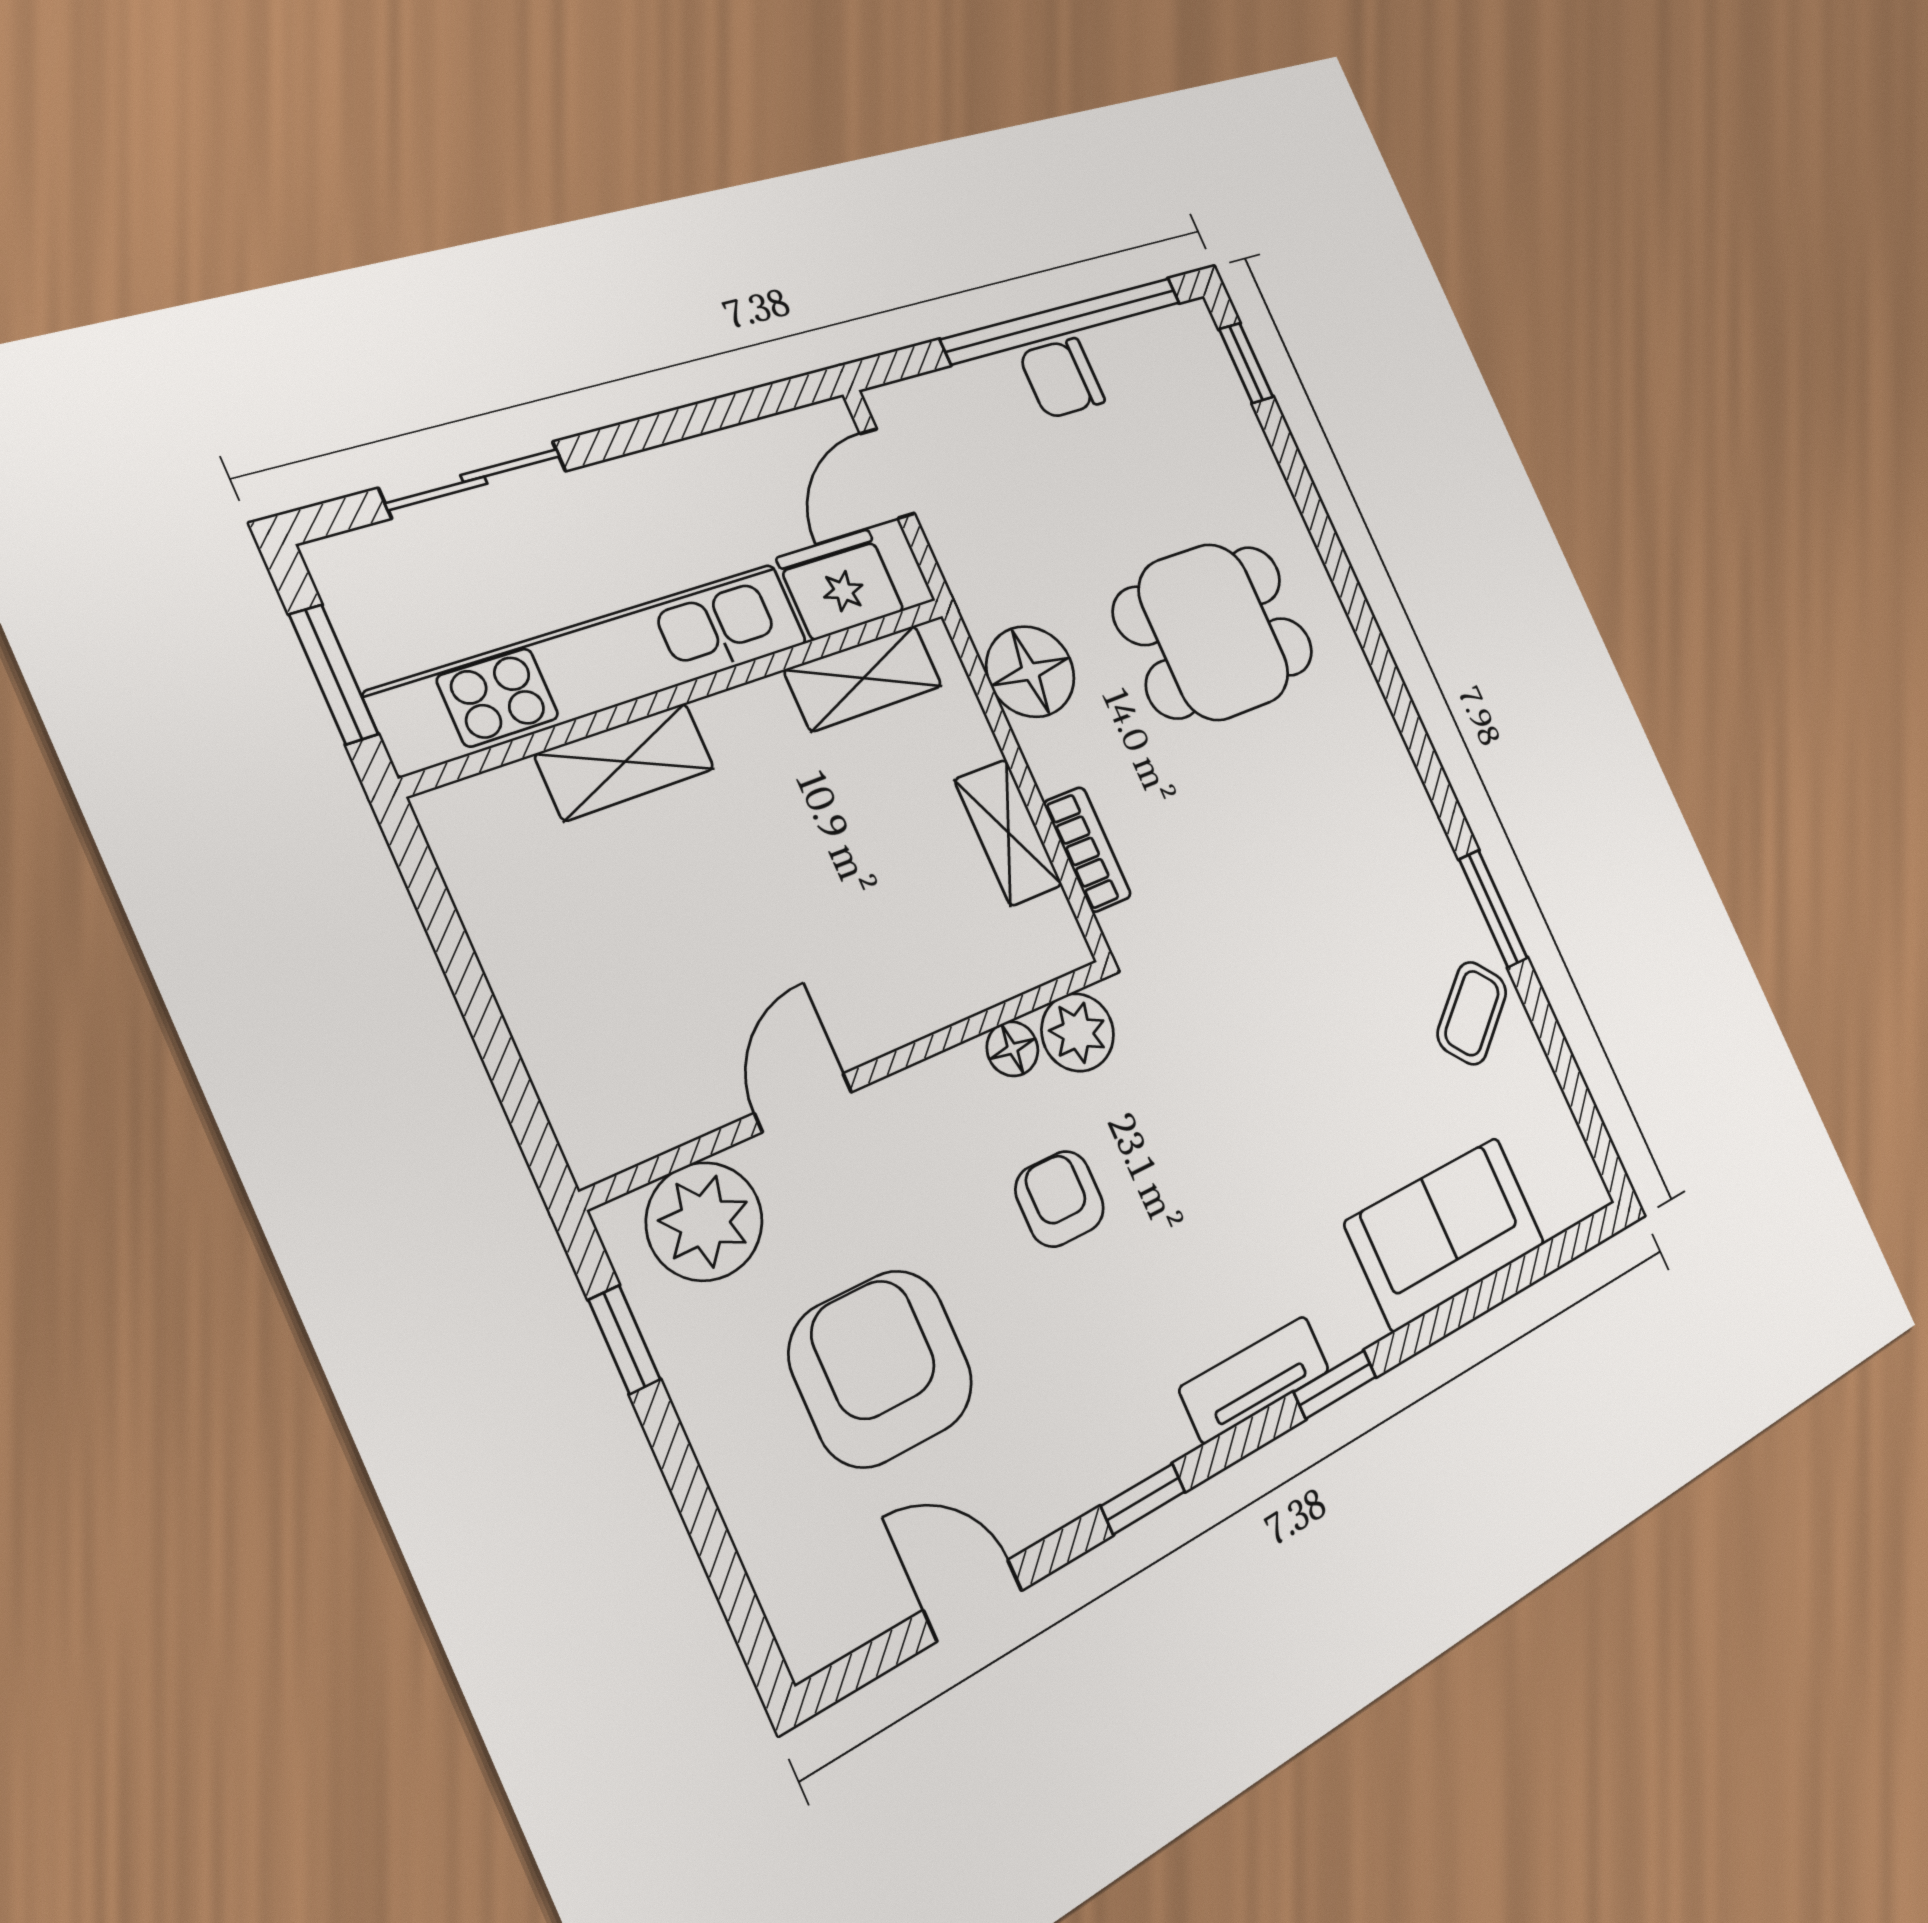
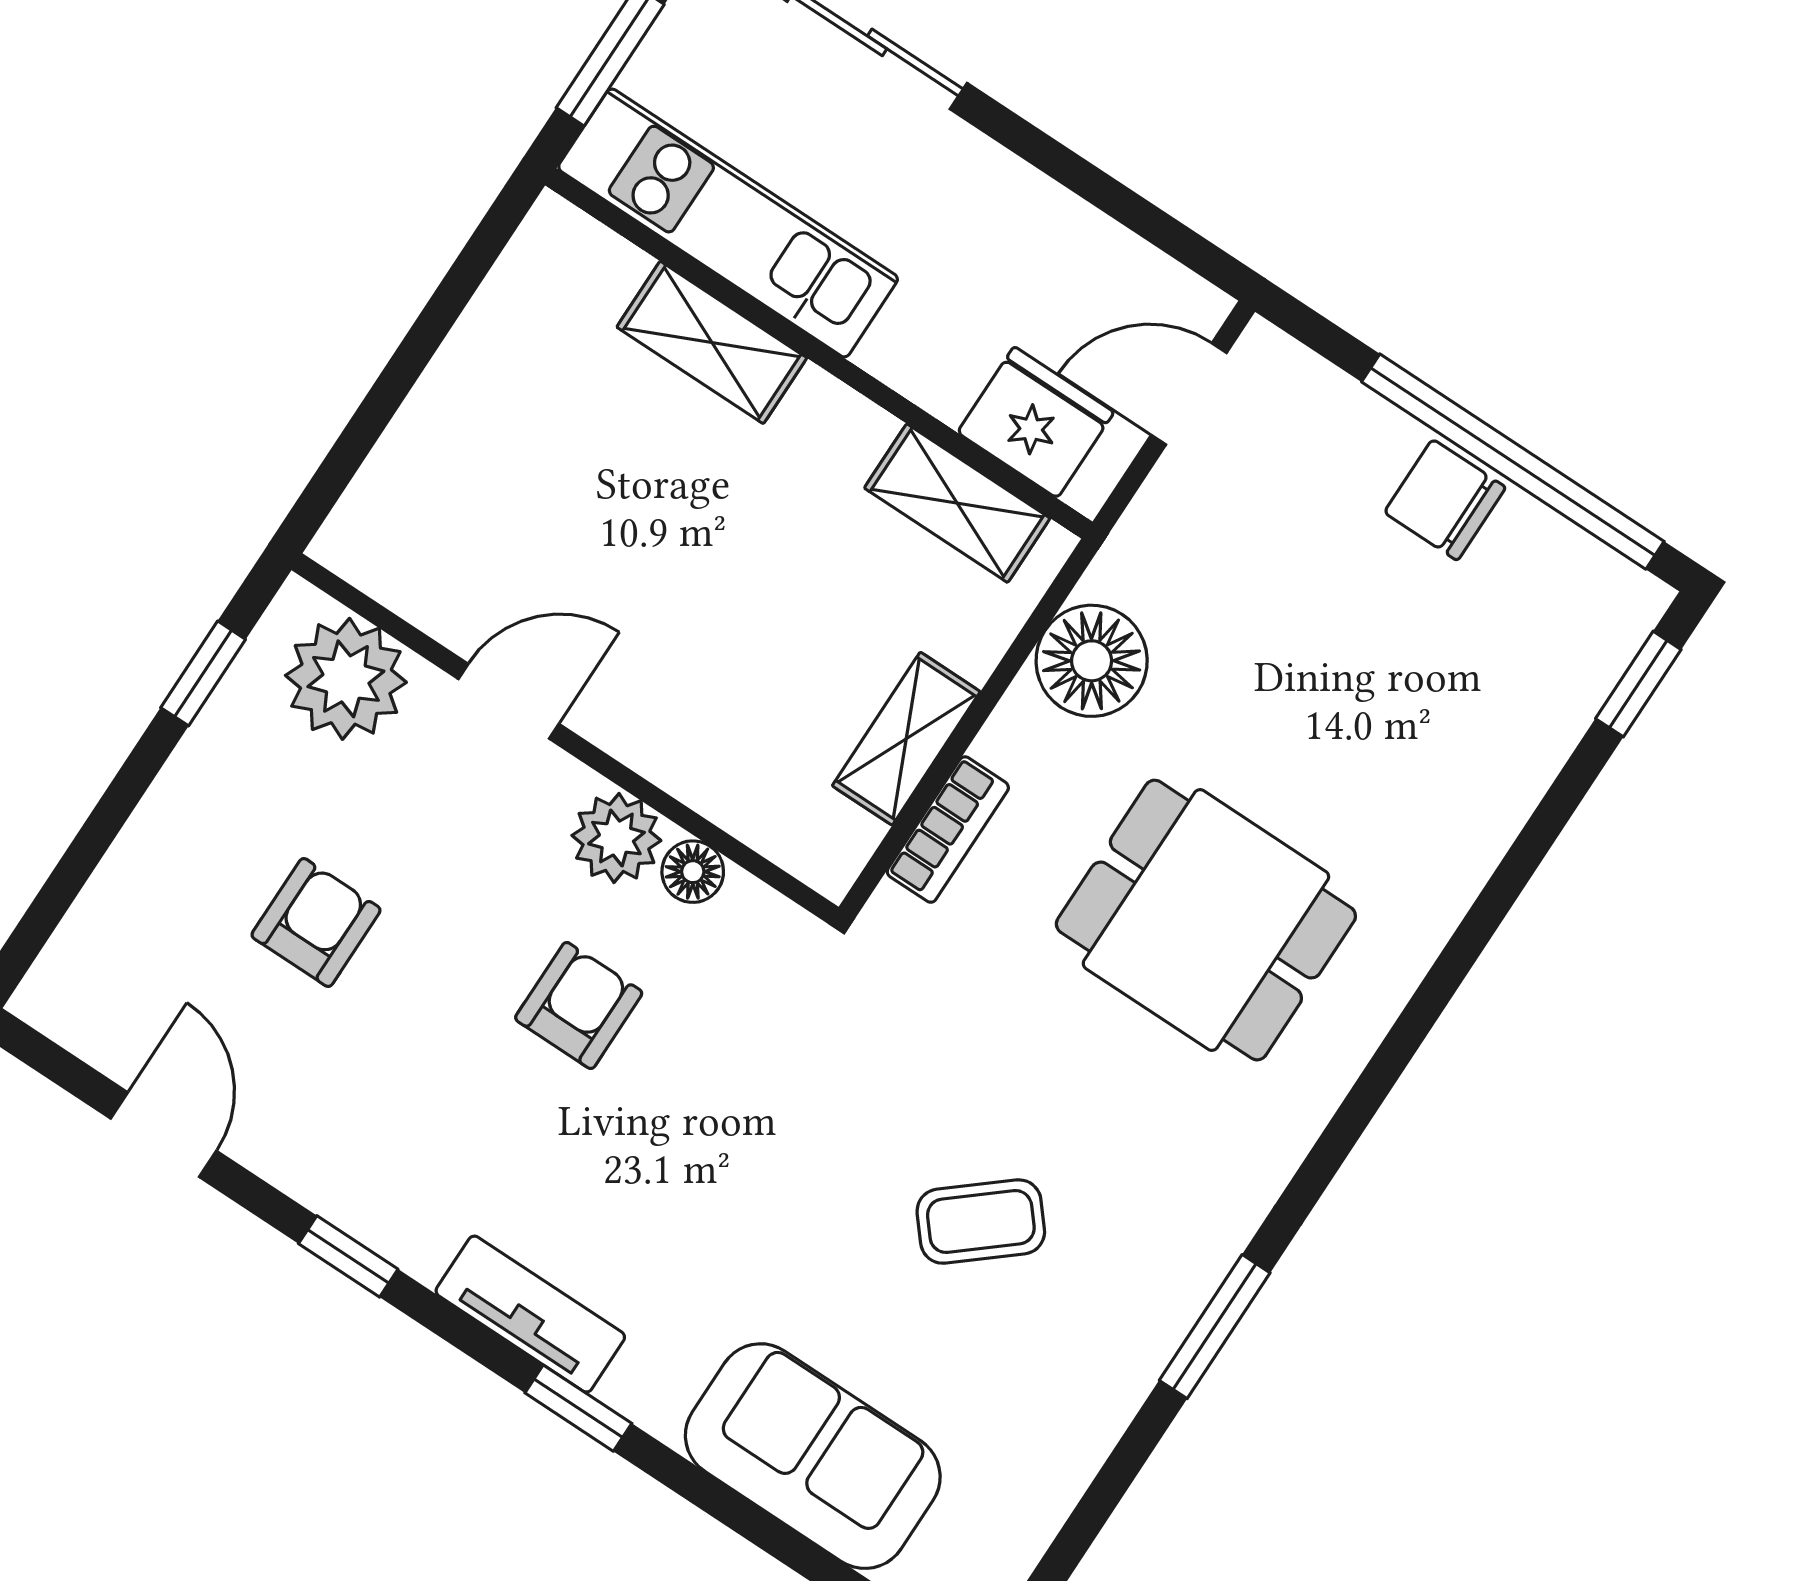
dining table: (1214, 632) -> (1206, 920), moved
kitchen unit: (594, 666) -> (728, 223), width x0.73
coffee table: (1472, 1013) -> (981, 1222), moved
plant: (1078, 1032) -> (616, 838), moved
armchair: (881, 1368) -> (316, 923), width x0.53, depth x0.53

